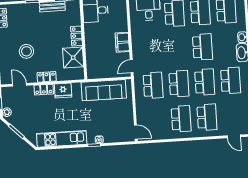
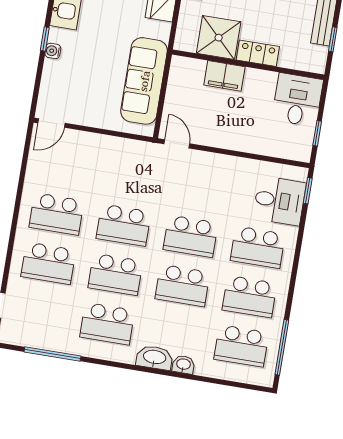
filing cabinet: (122, 42) -> (224, 76), moved, turned 180
school desk: (153, 85) -> (191, 236), moved

